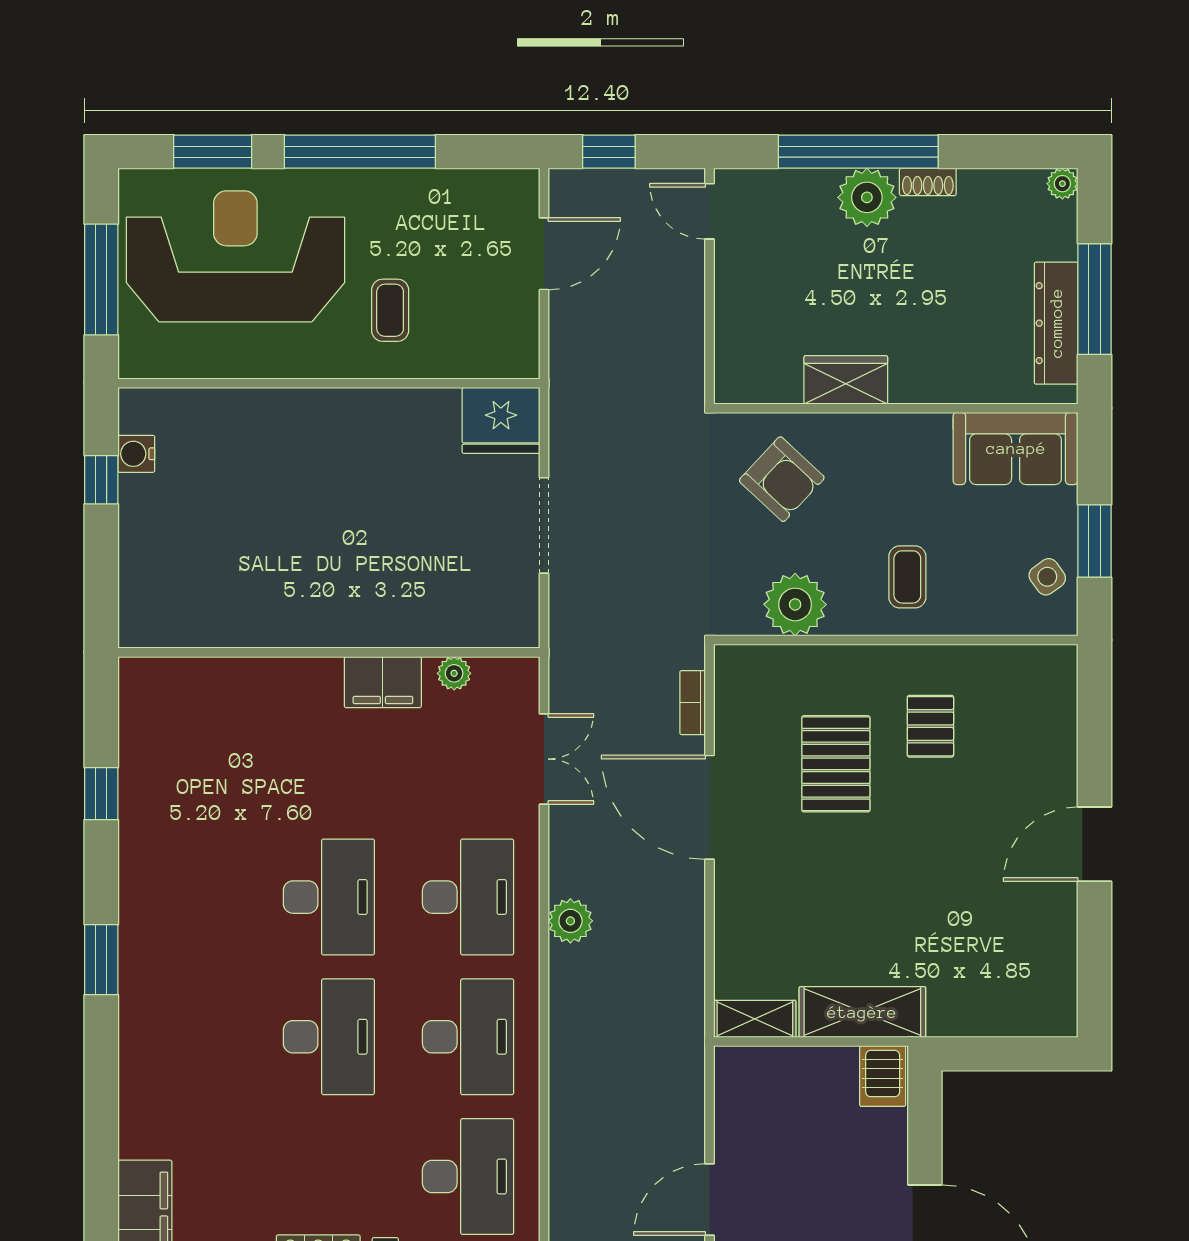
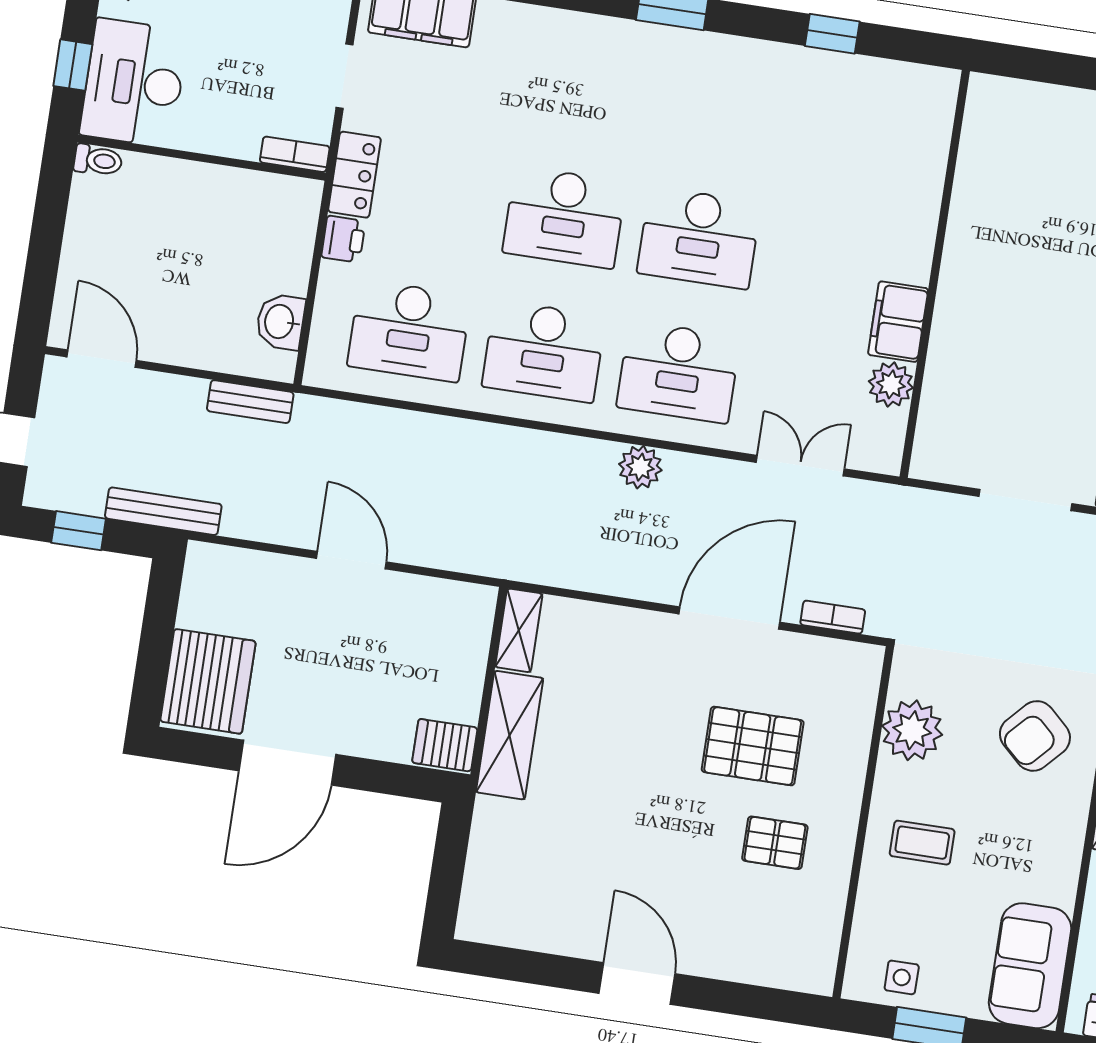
side table: (1047, 577) -> (902, 977), turned 36
plant: (454, 673) -> (891, 384), width x1.38, depth x1.38
double door: (544, 759) -> (800, 466), swing flipped

